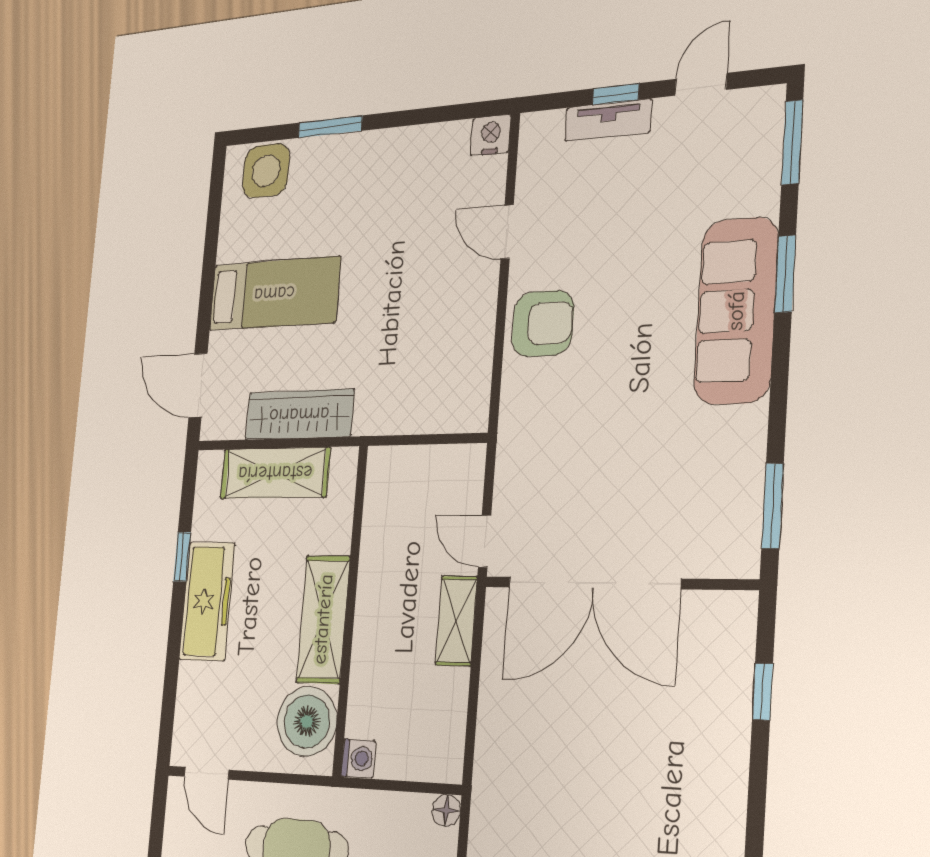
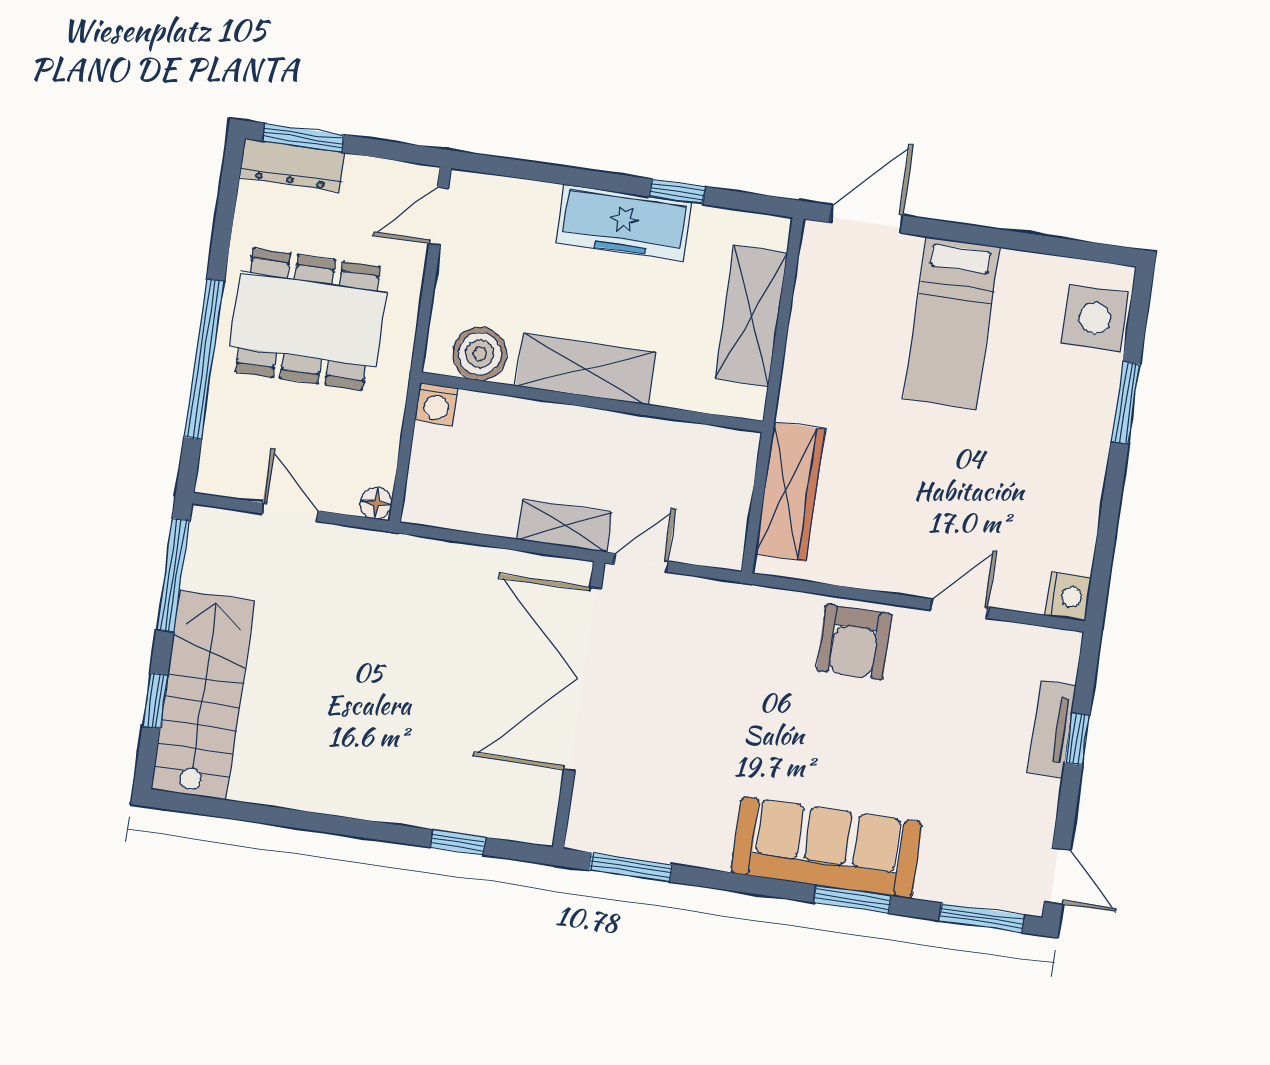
door: (701, 84) -> (1057, 876), moved
wardrobe: (299, 415) -> (790, 491), moved
boiler: (307, 721) -> (480, 354), width x0.73, depth x0.73

